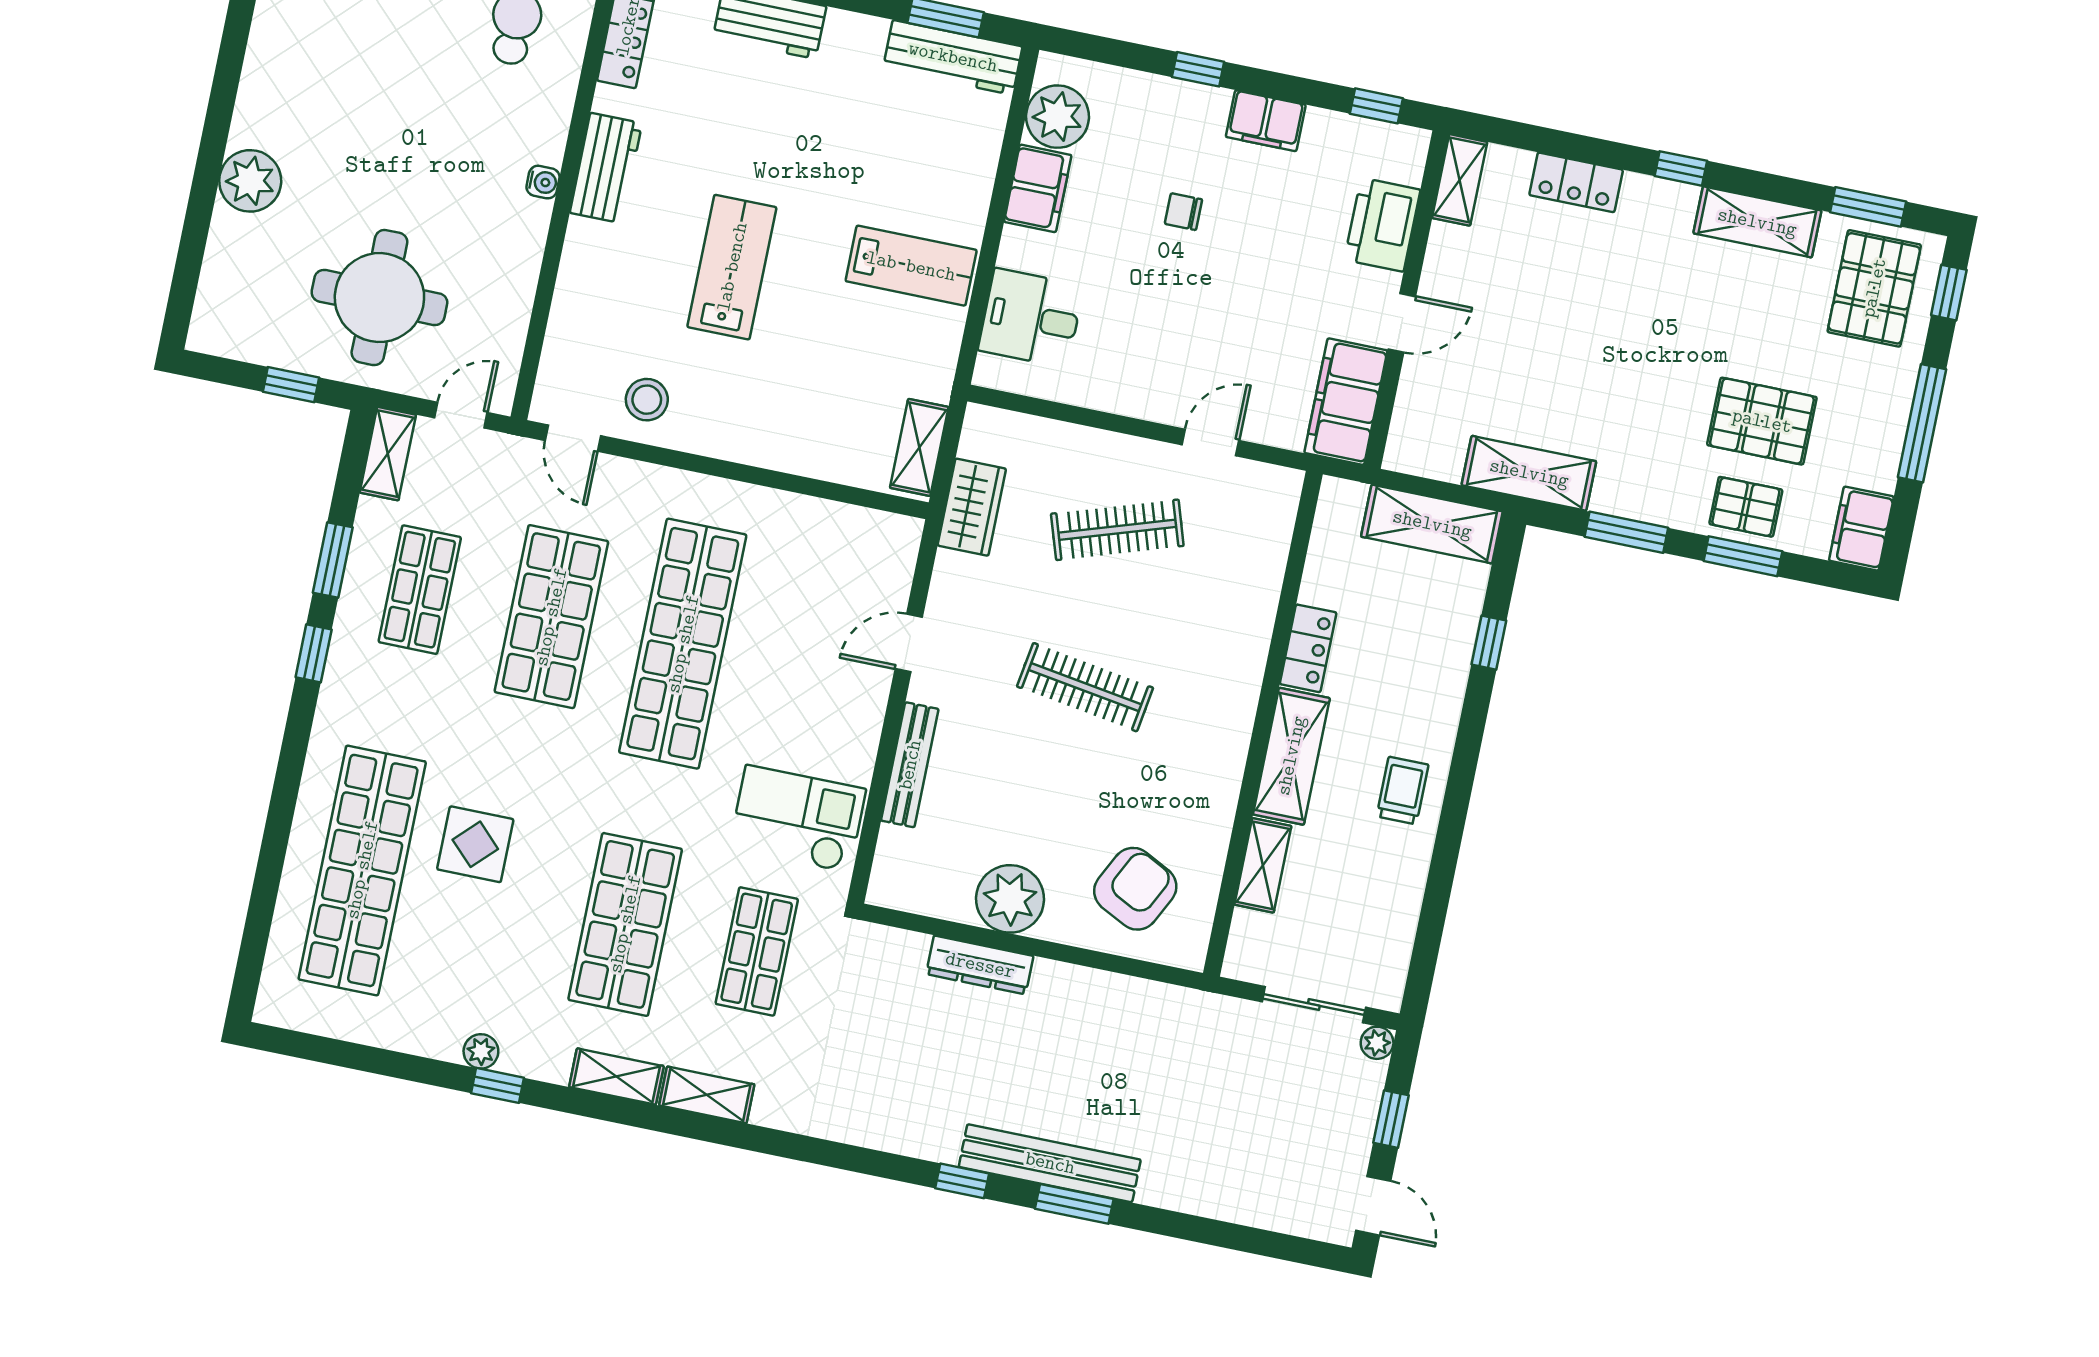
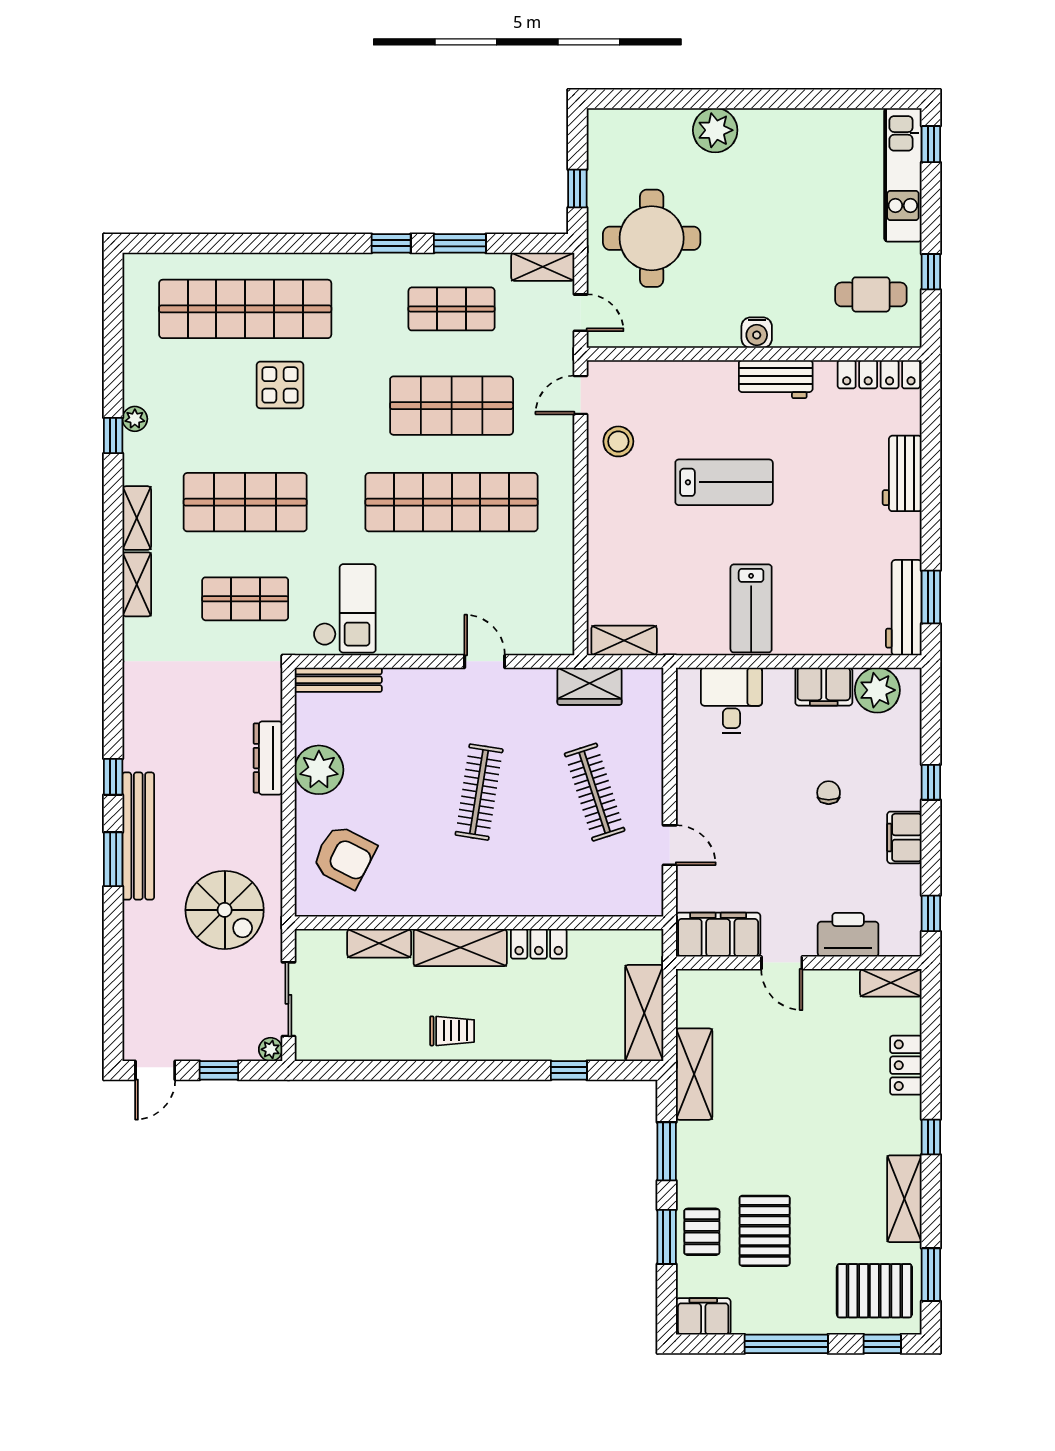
water cooler: (543, 182) -> (757, 333), width x1.38, depth x1.38
bench: (910, 765) -> (338, 680), moved
spiral stairs: (1174, 1066) -> (225, 910), added

